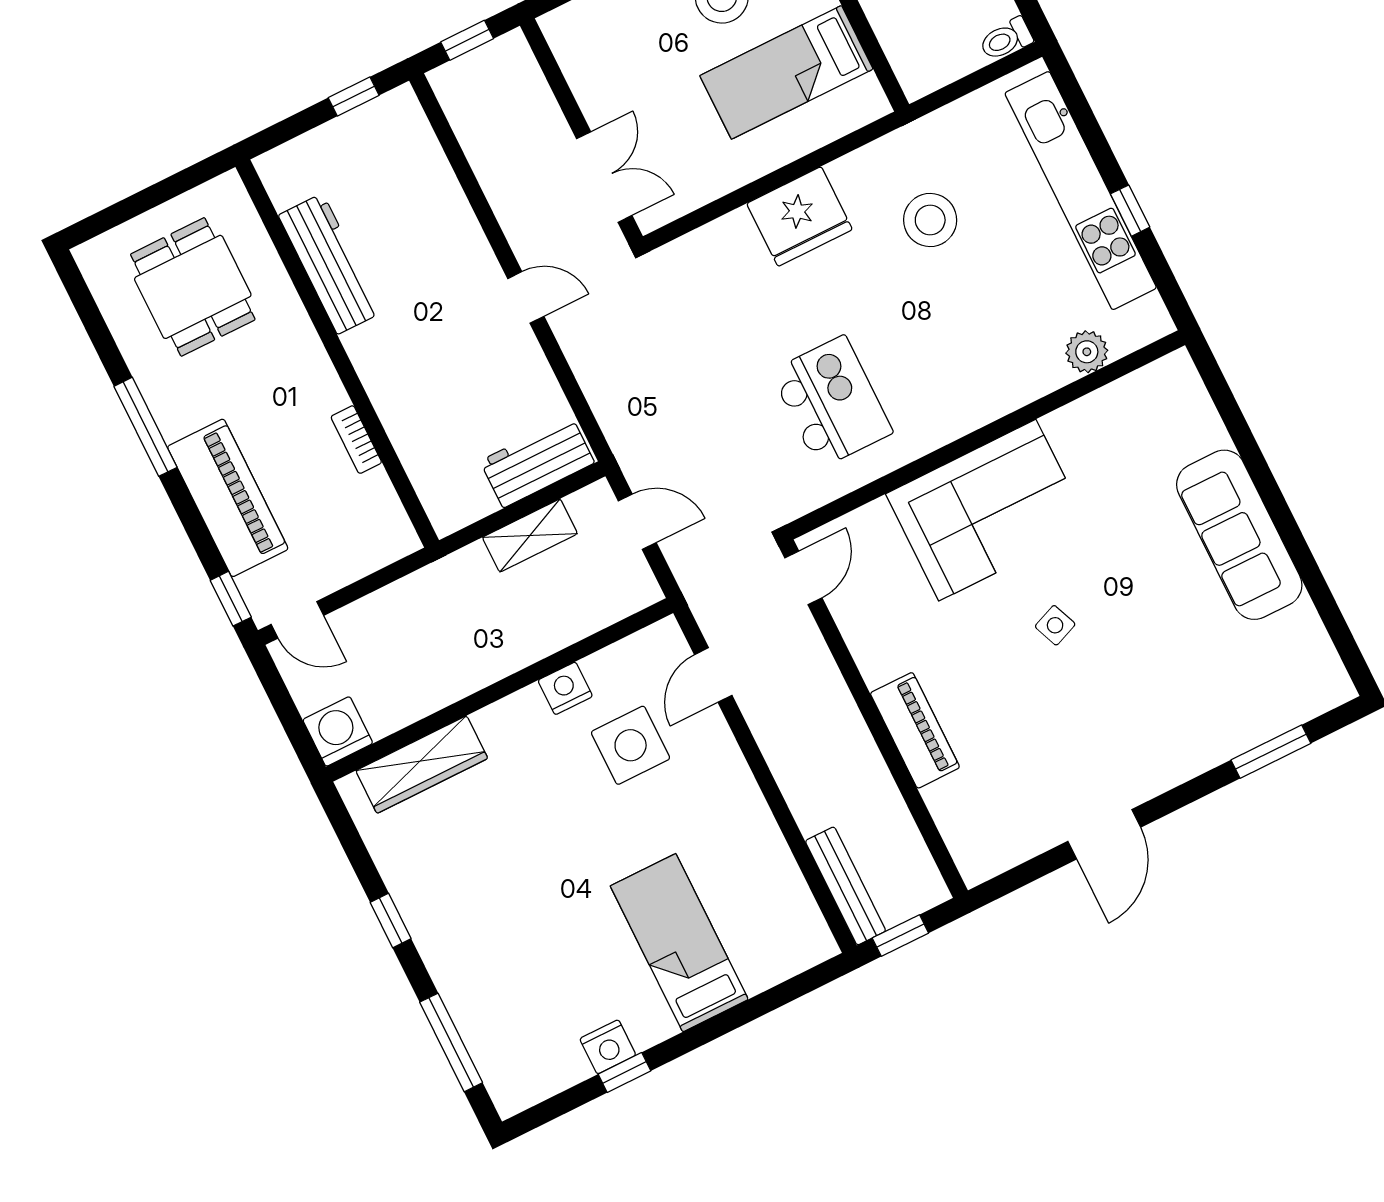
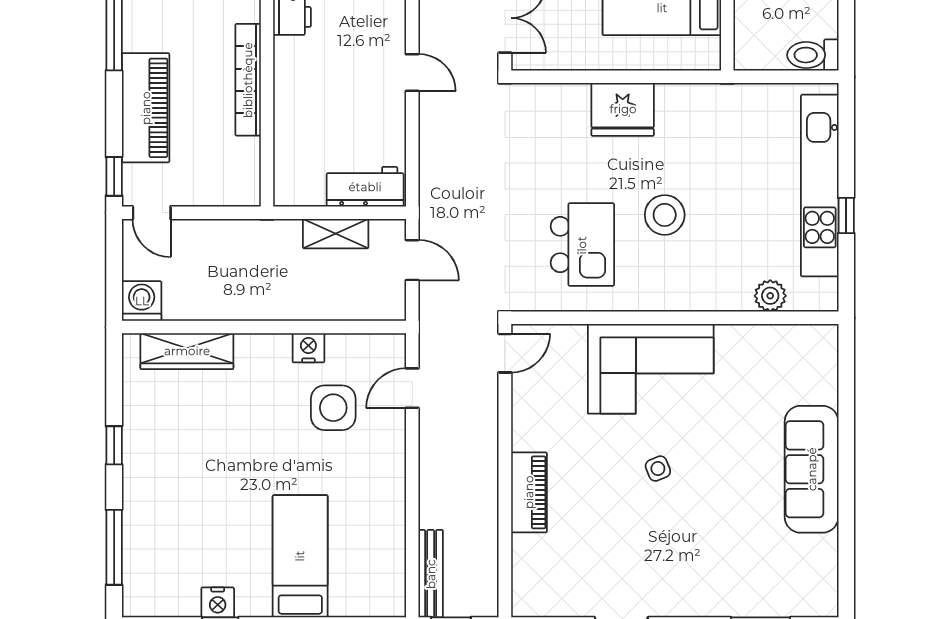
toilet: (1006, 39) -> (813, 55), width x1.37, depth x1.39
stool: (930, 220) -> (665, 215), moved
bookcase: (356, 440) -> (248, 80), width x2.31, depth x1.31

